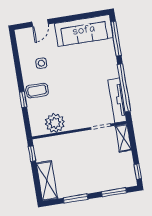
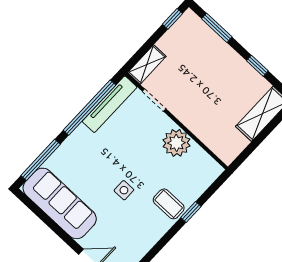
side table: (41, 63) -> (124, 190), moved
plant: (55, 123) -> (176, 143), moved
window: (32, 154) -> (245, 154), removed
window: (76, 198) -> (257, 66), width x0.67

